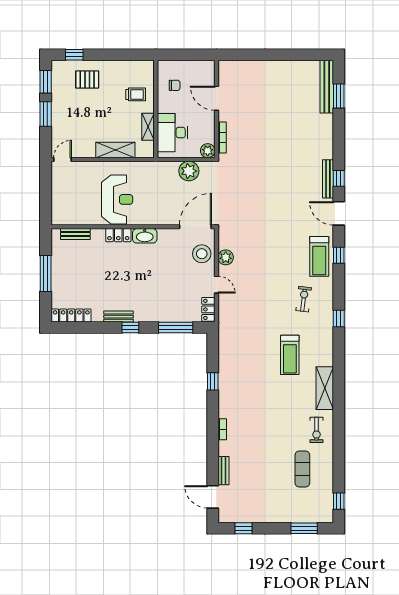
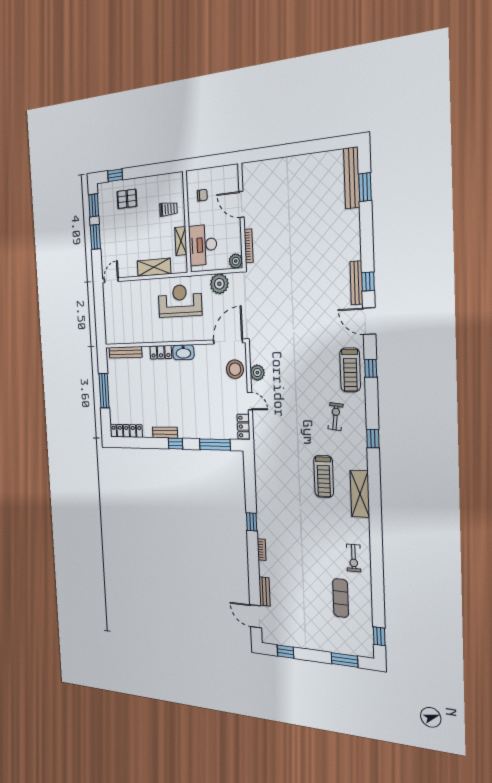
reception desk: (117, 199) -> (180, 301), moved, turned -90
bench: (75, 234) -> (125, 352), width x1.36
window: (213, 381) -> (252, 522), moved
shelving: (325, 388) -> (360, 494), moved

